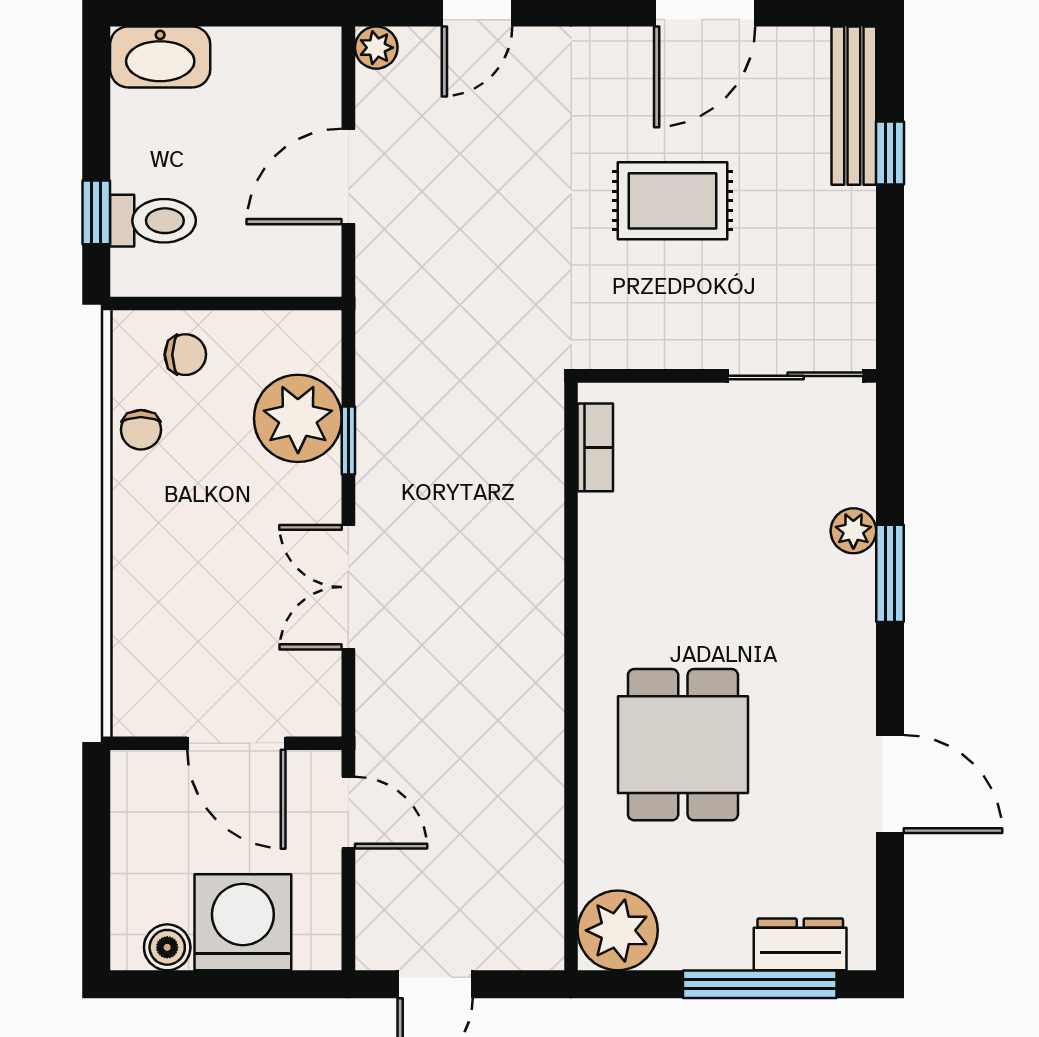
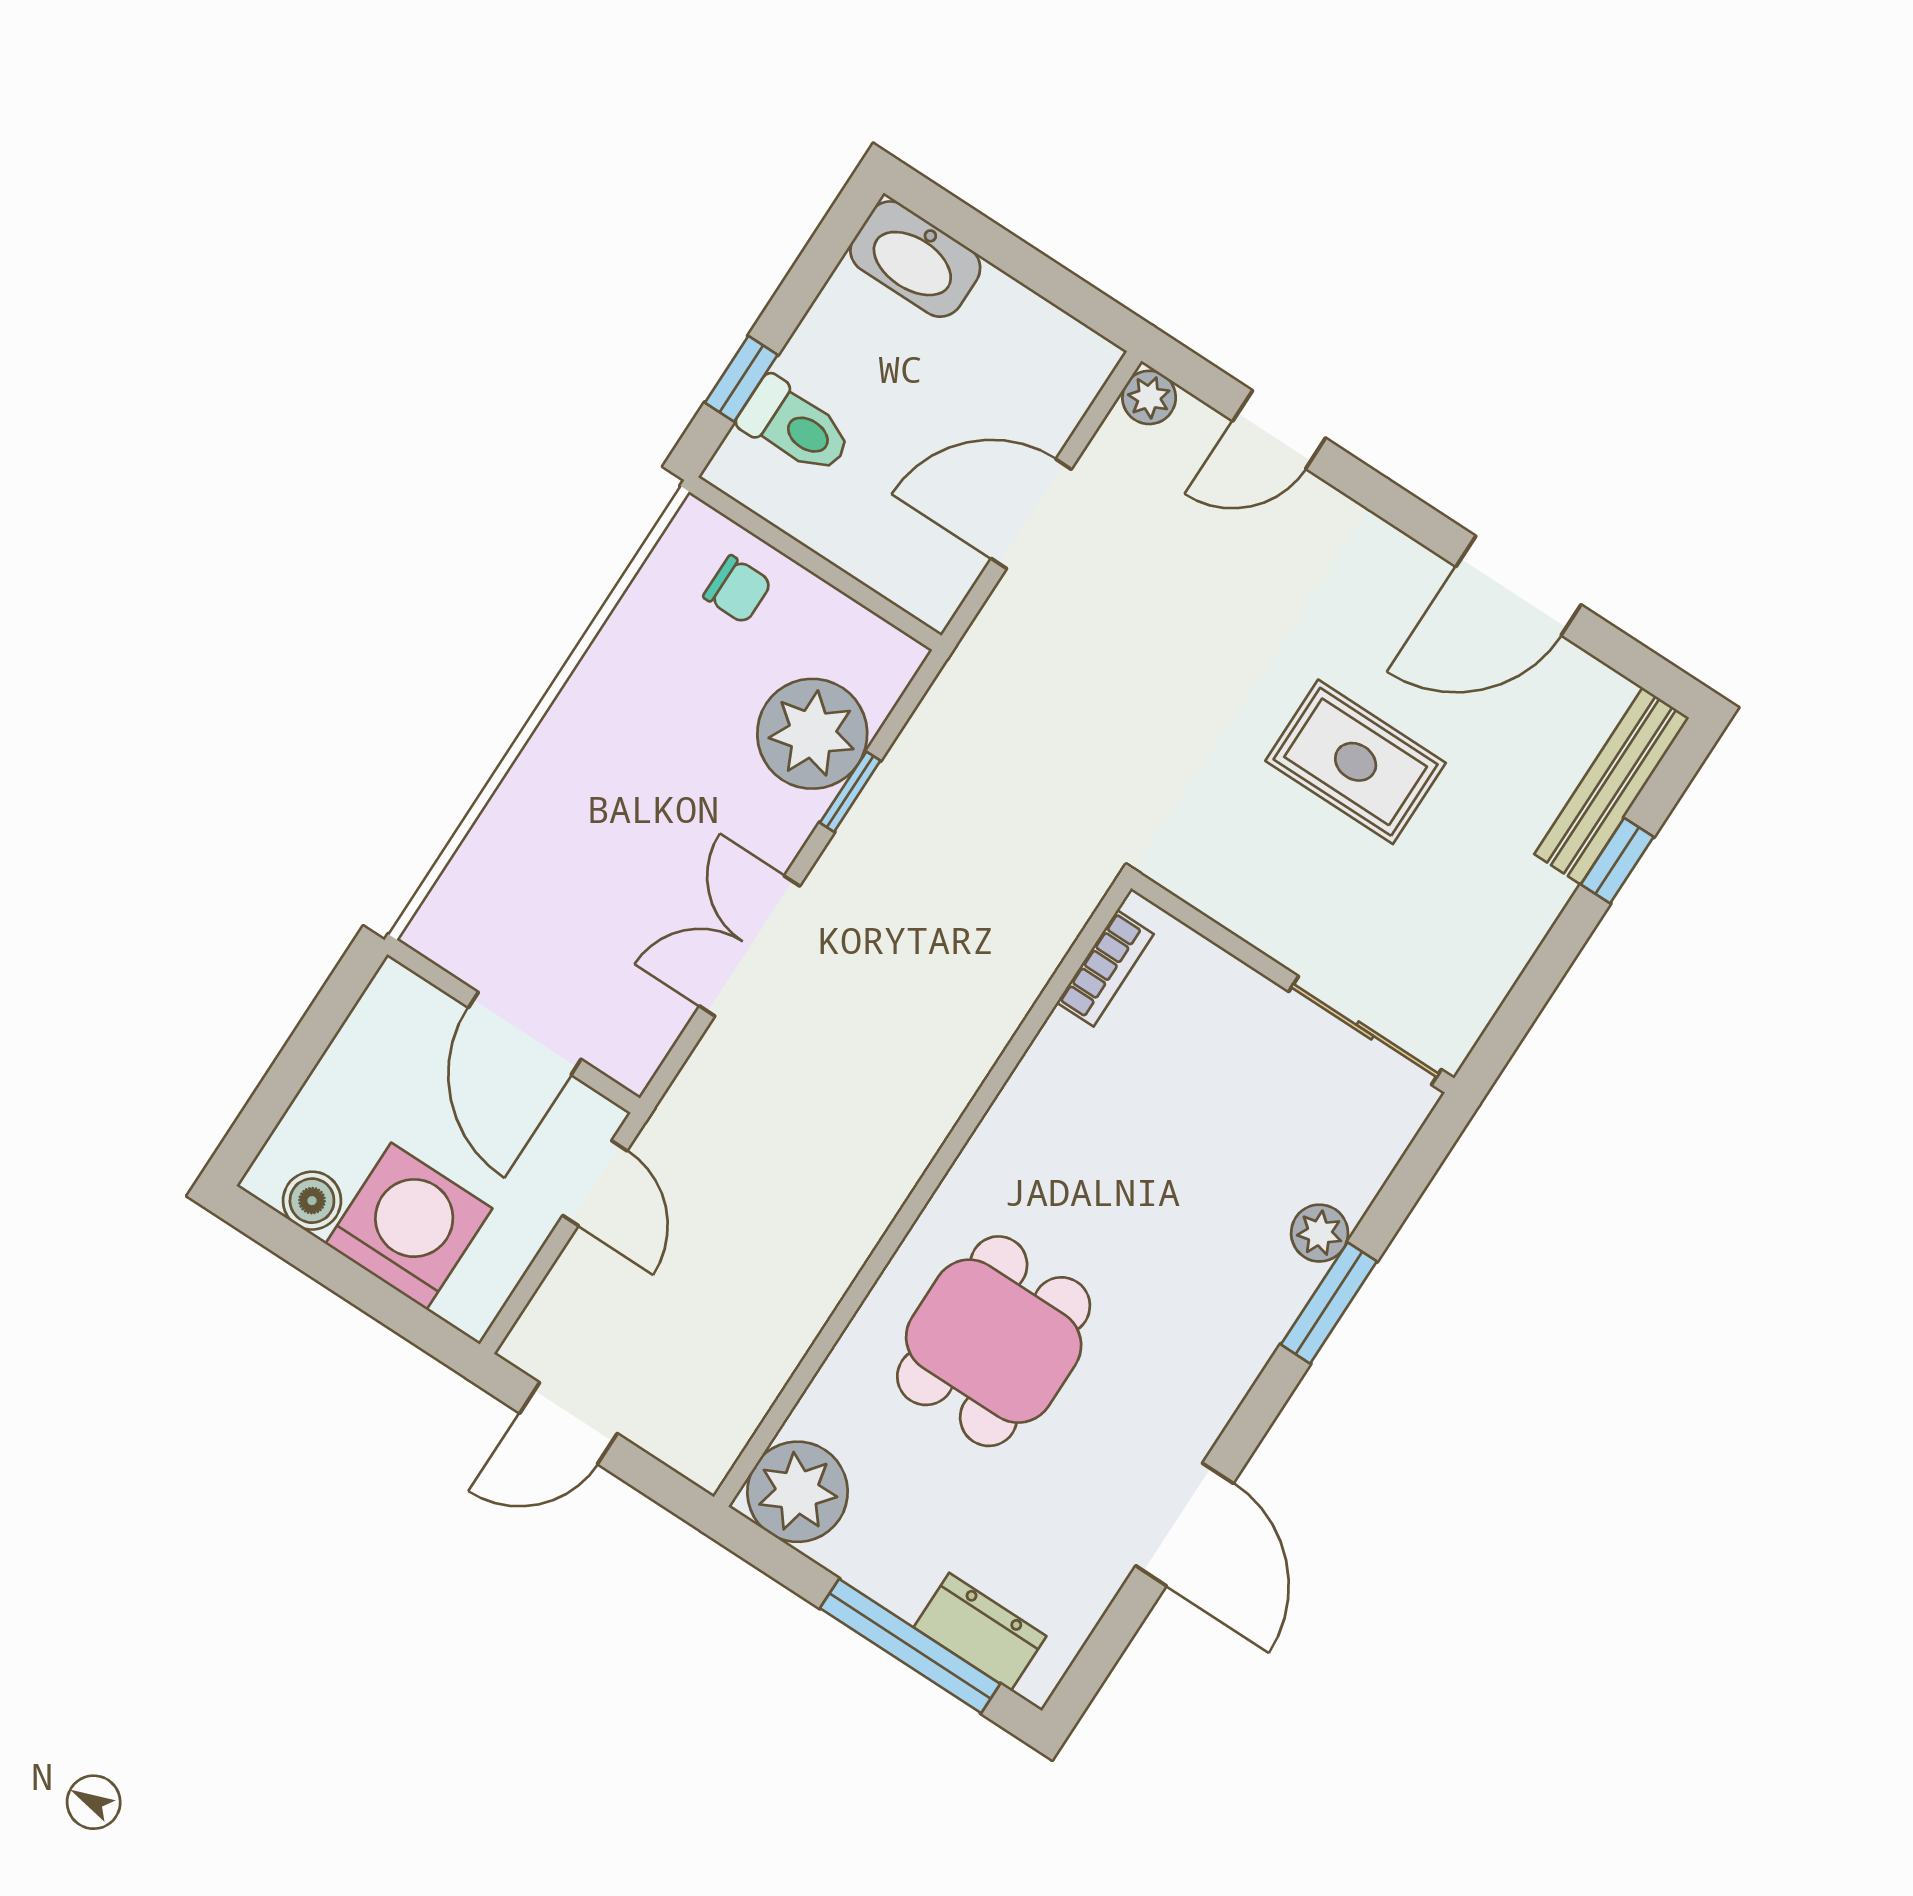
chair: (141, 430) -> (639, 638), removed

